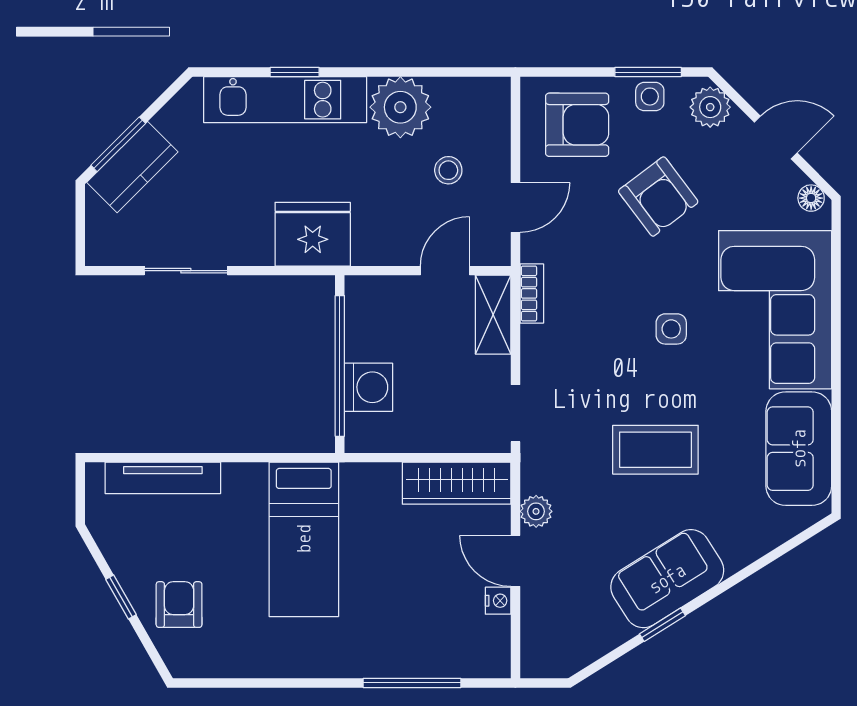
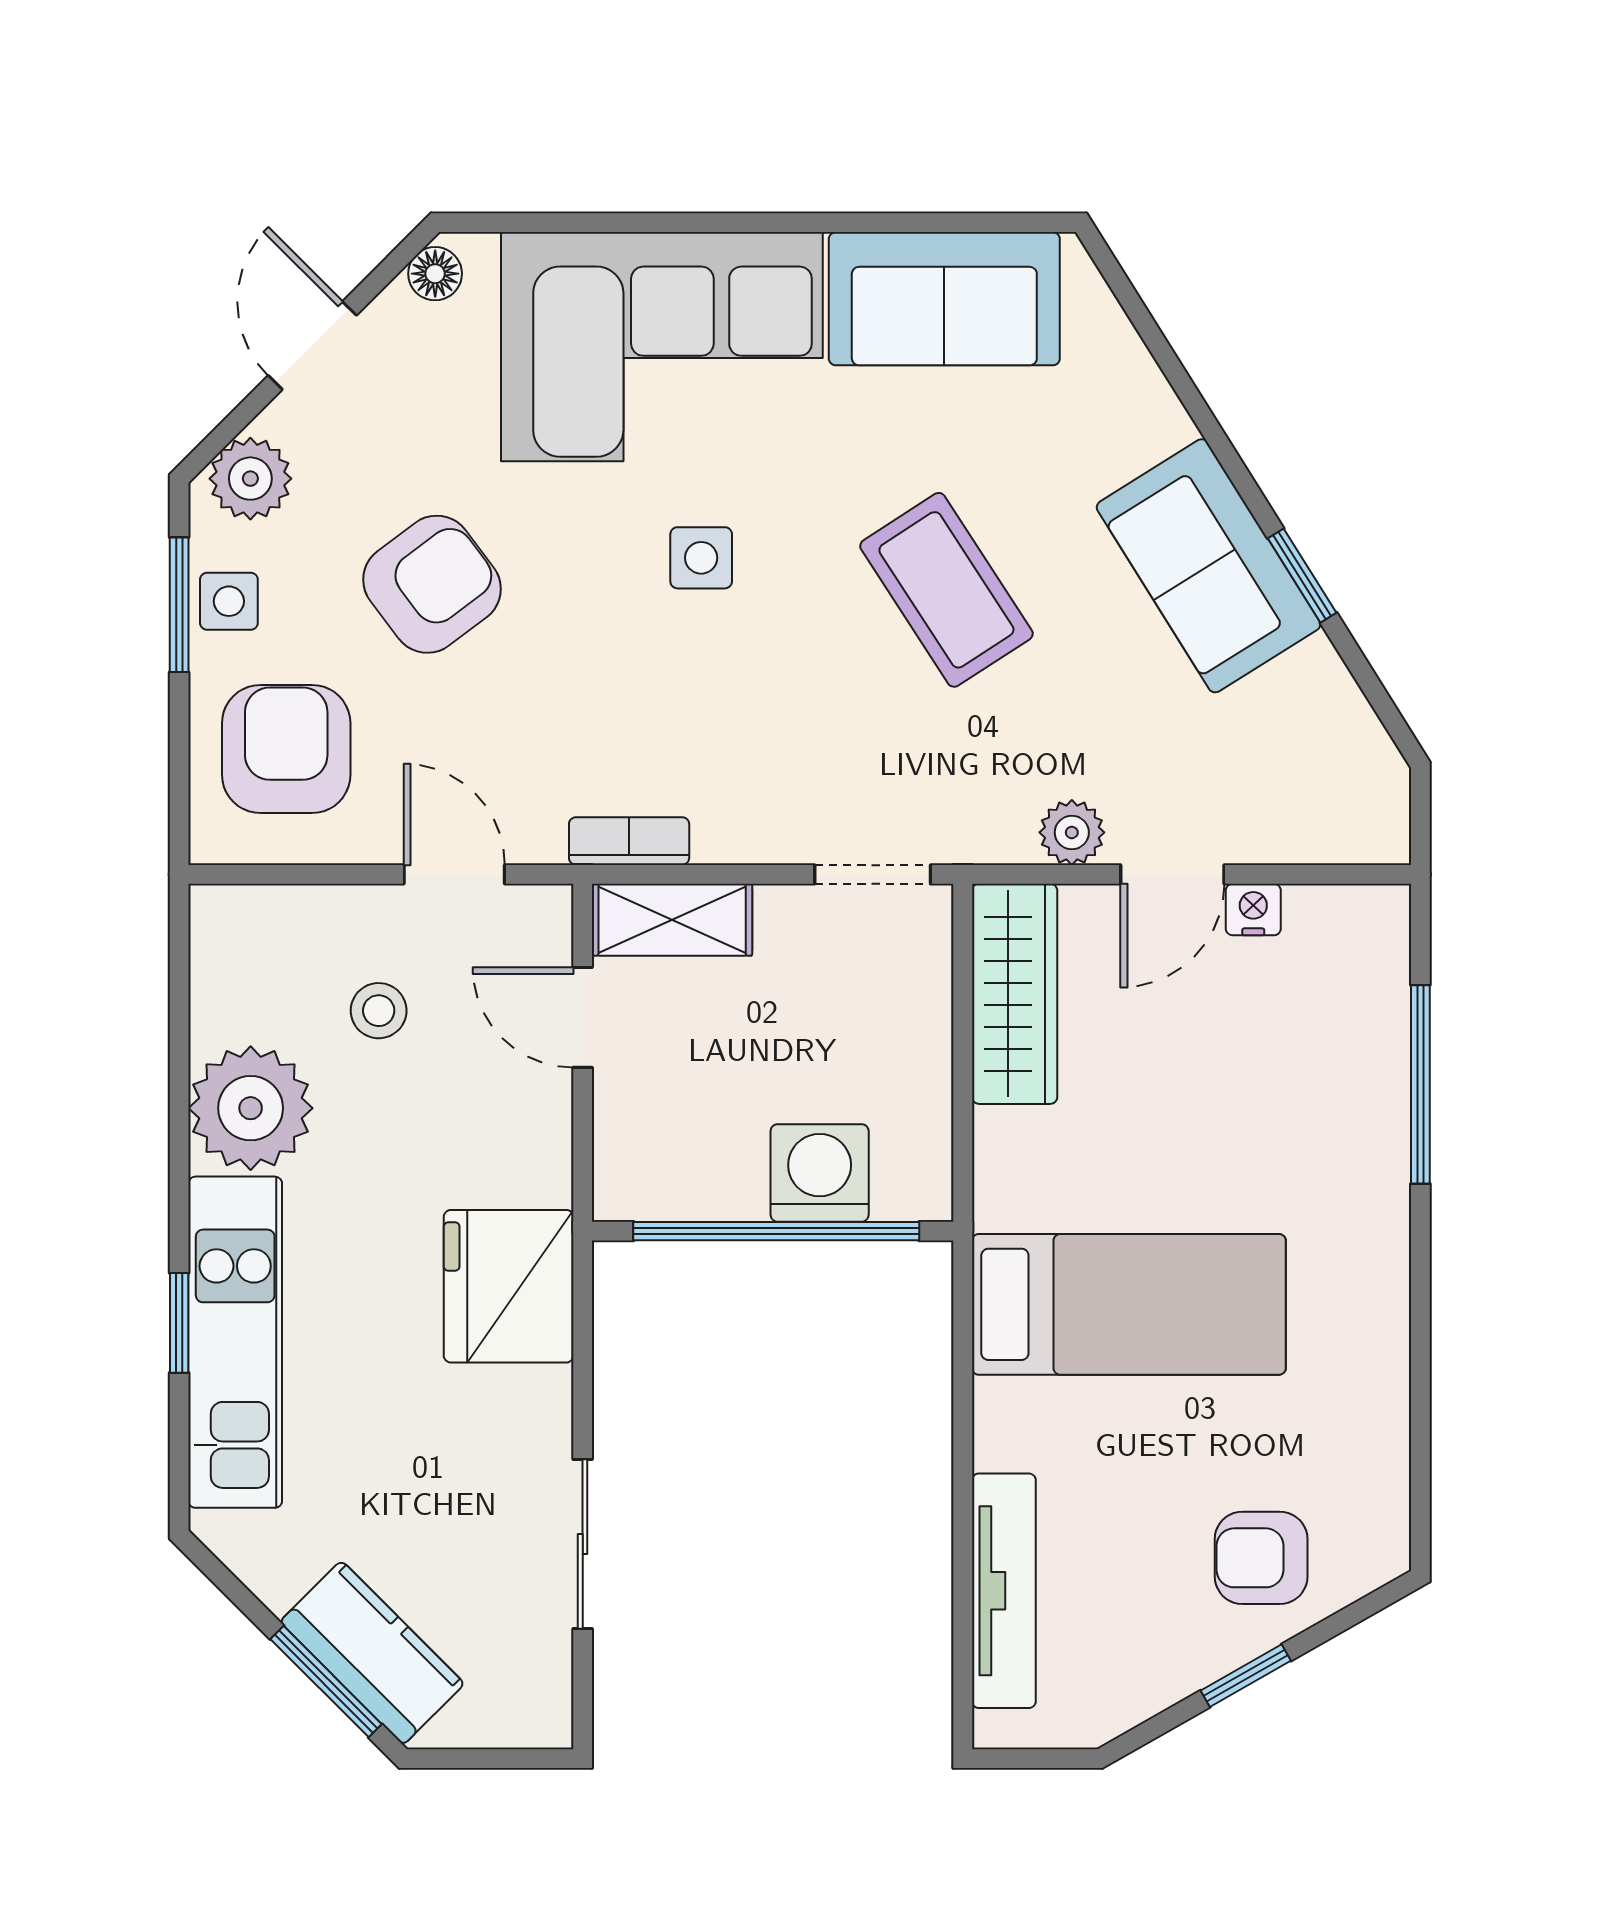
coffee table: (655, 450) -> (946, 590), turned -33

